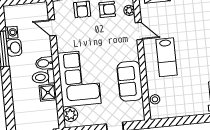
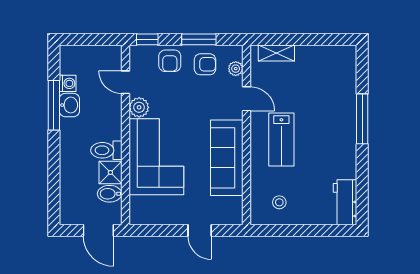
bidet: (44, 63) -> (110, 194), moved
sofa: (130, 81) -> (227, 158), width x1.36
stool: (155, 99) -> (279, 202), moved
plant: (70, 115) -> (139, 107), moved

